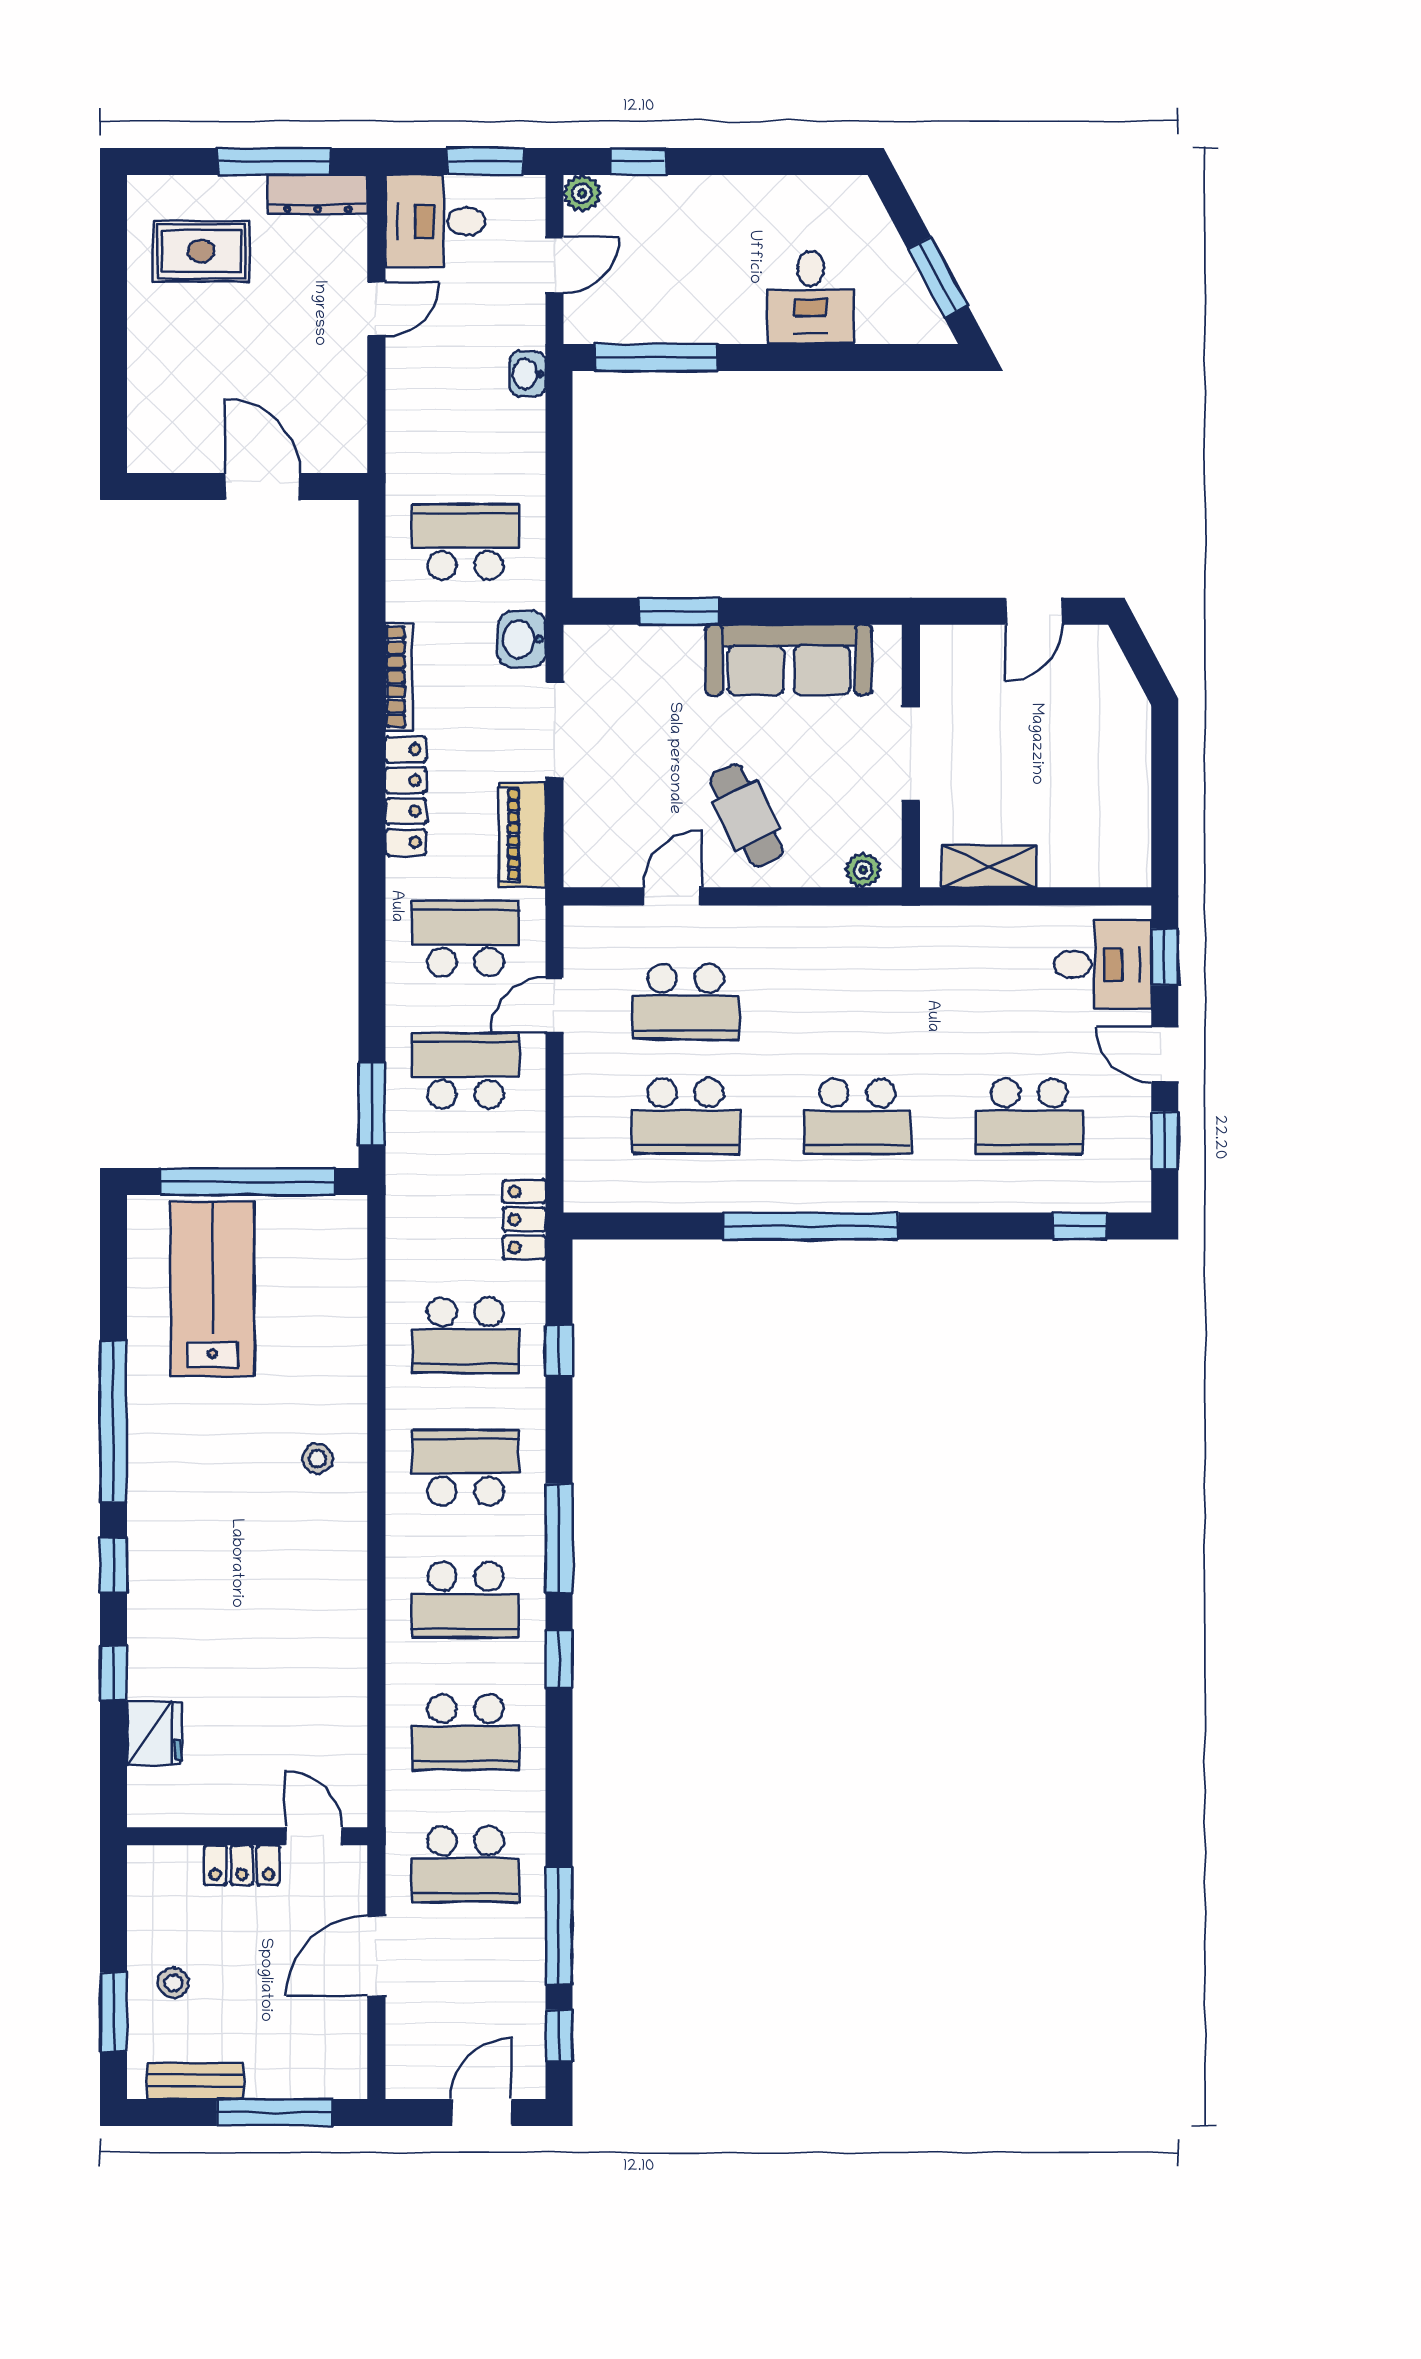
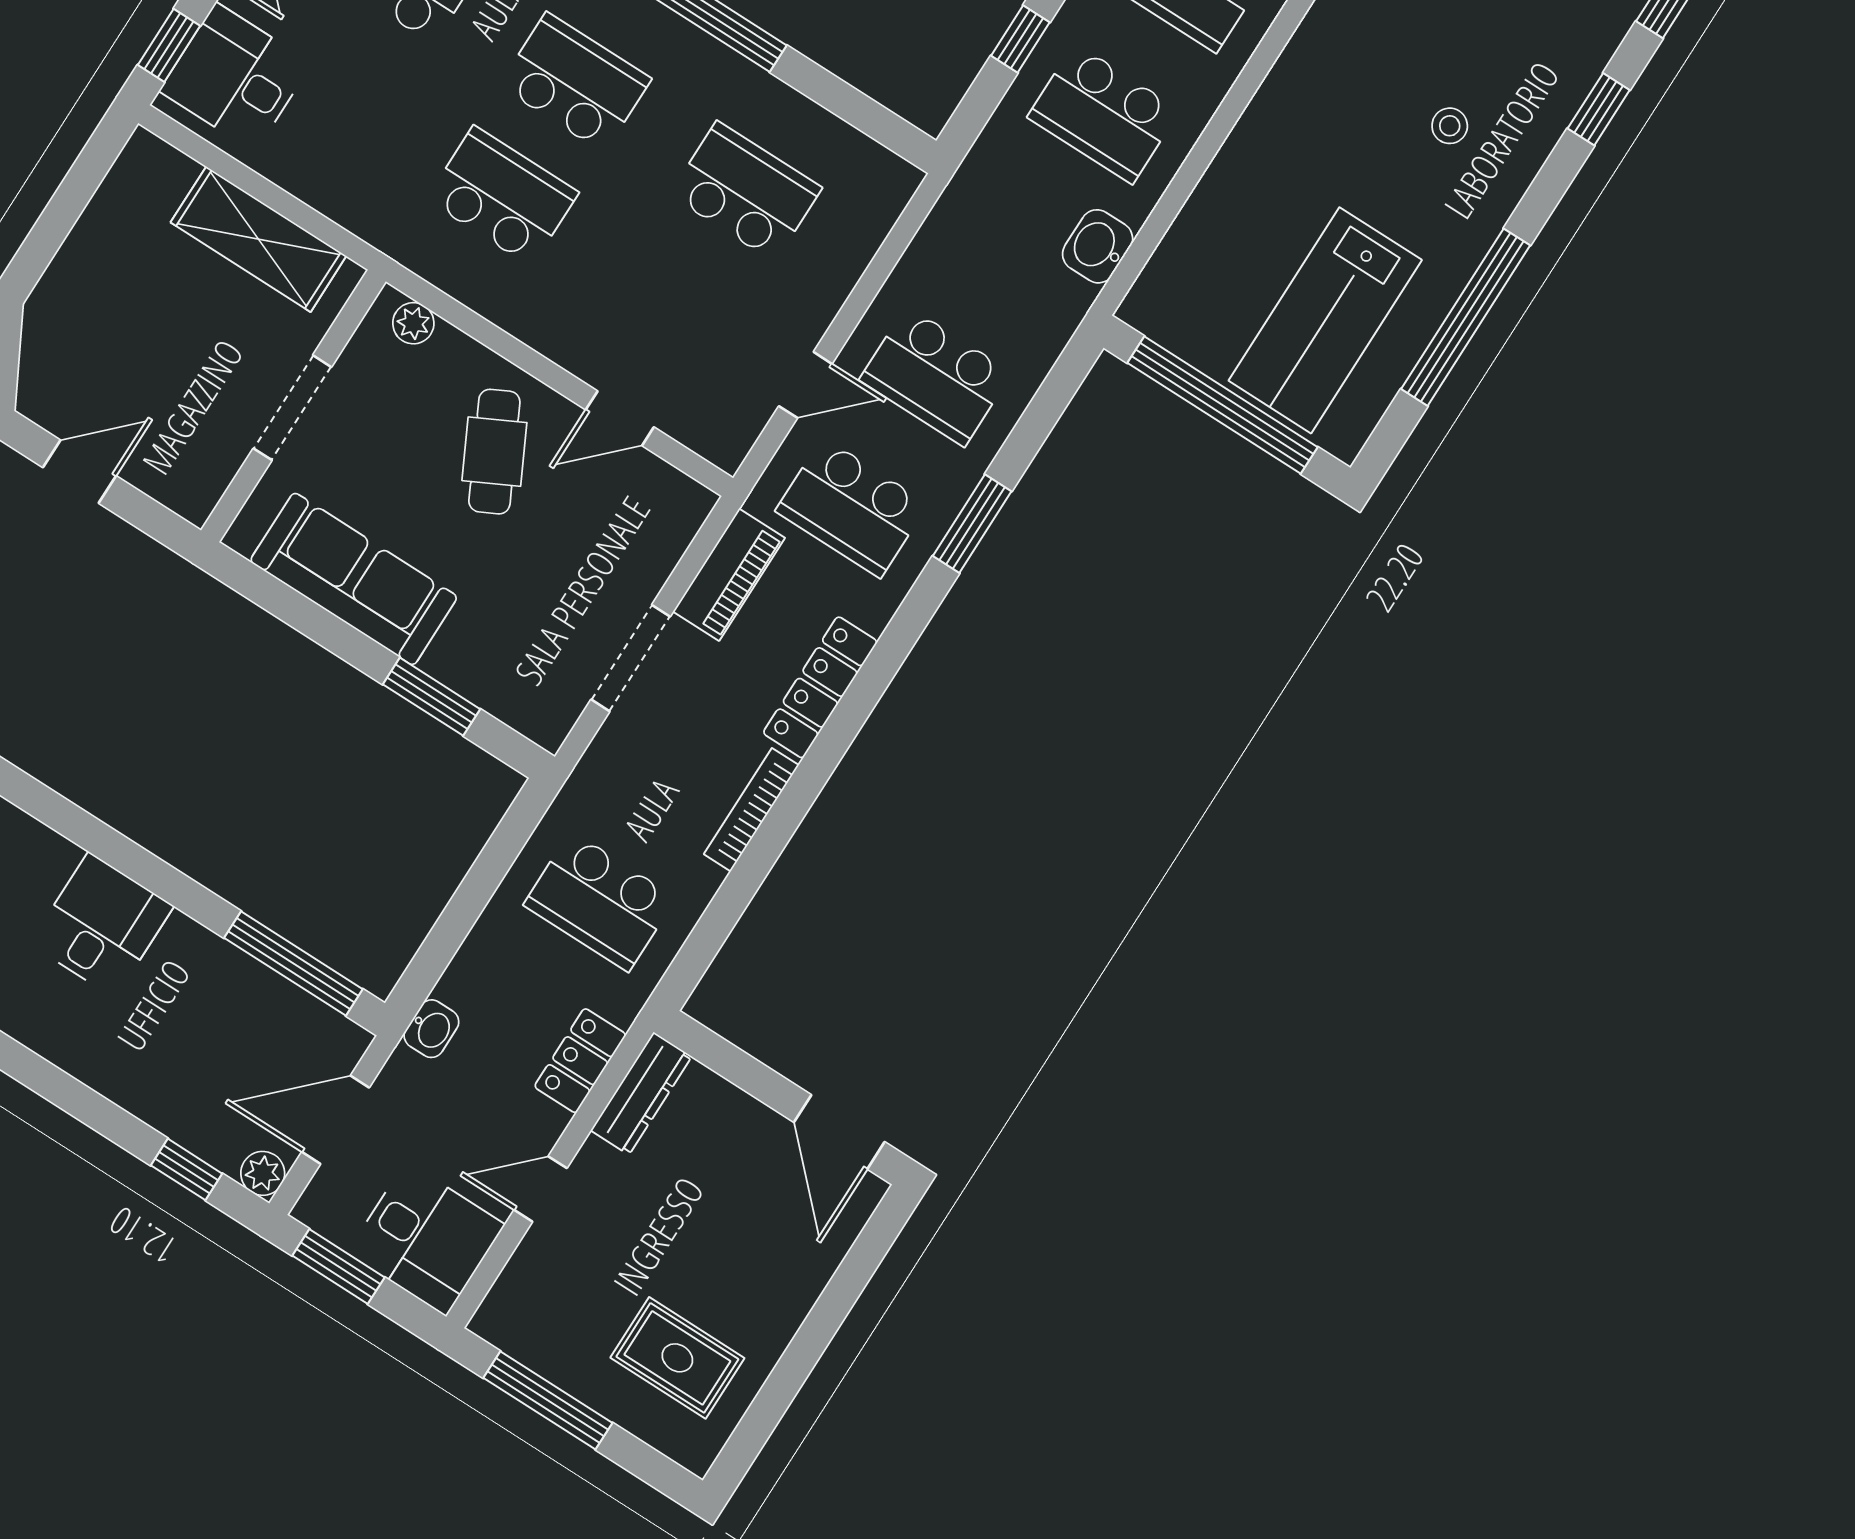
dresser: (318, 194) -> (641, 1093), moved, turned 90
door: (555, 265) -> (335, 1120), width x1.38
door: (262, 487) -> (839, 1132), moved
washbasin: (522, 639) -> (1098, 246), moved, turned 180
shelving: (989, 866) -> (258, 239), width x1.50, depth x1.33
school desk: (686, 1002) -> (503, 196), moved
window: (372, 1104) -> (972, 524), moved
locker: (524, 1220) -> (580, 1061), moved, turned 180
school desk: (465, 1335) -> (1103, 114), turned 180
window: (114, 1421) -> (1466, 317), moved
stool: (317, 1459) -> (1450, 126), moved

